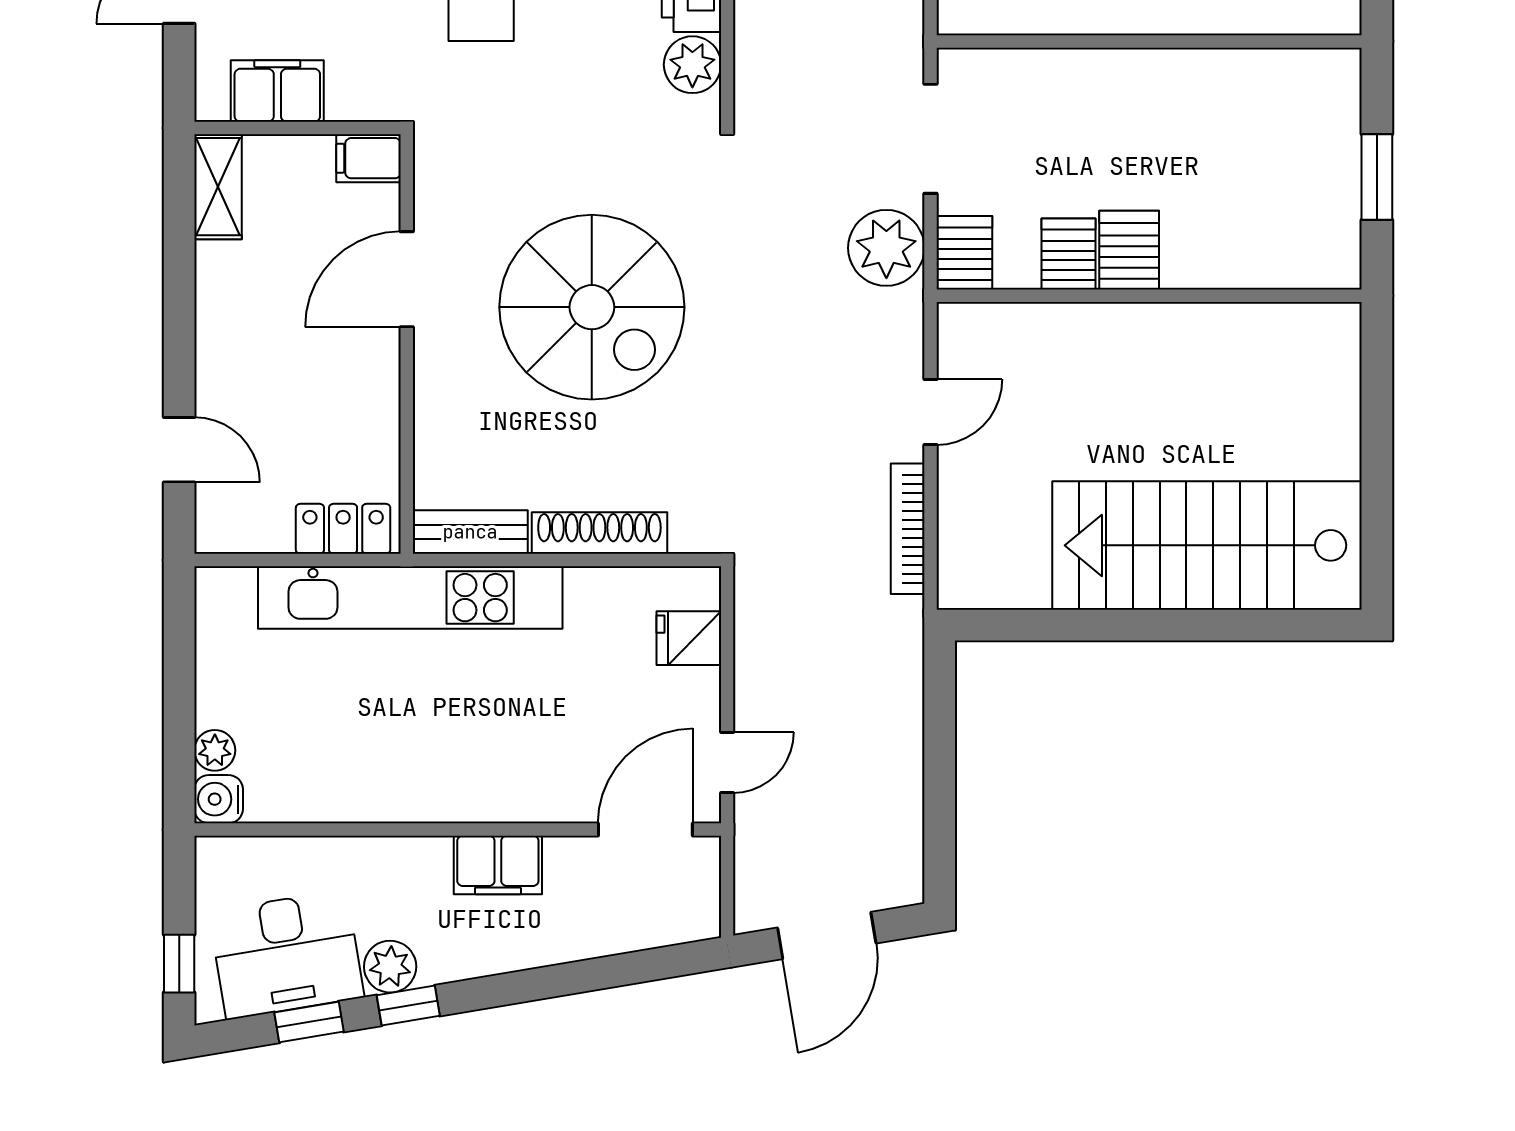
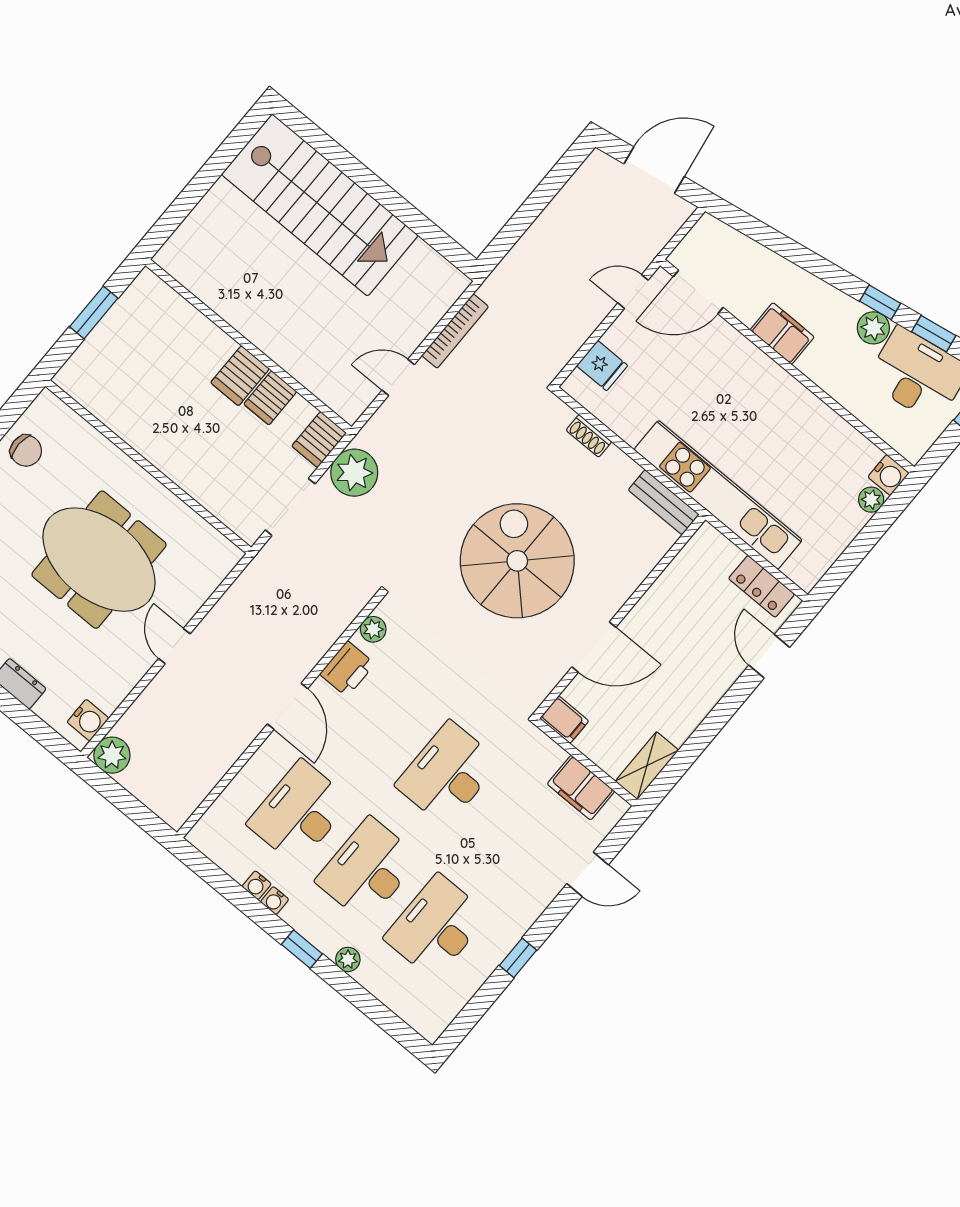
plant: (692, 65) -> (373, 629), width x0.73, depth x0.73
locker: (343, 529) -> (762, 586), moved
shoe rack: (599, 533) -> (589, 436), width x0.51, depth x0.81

